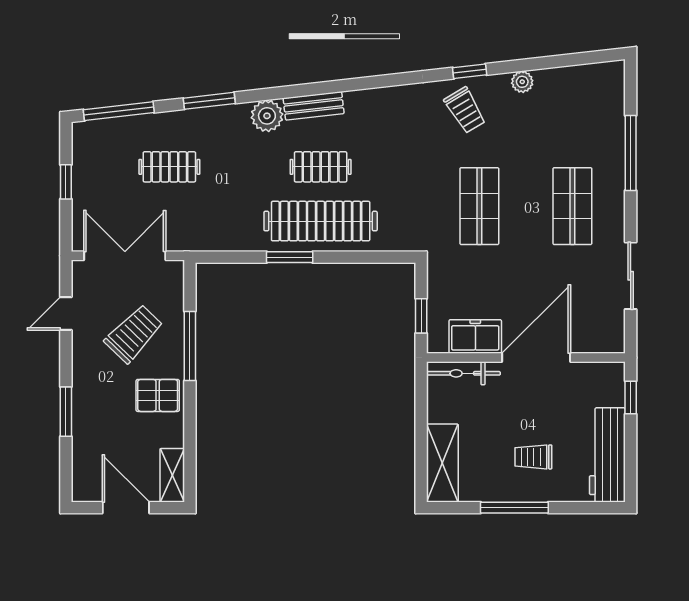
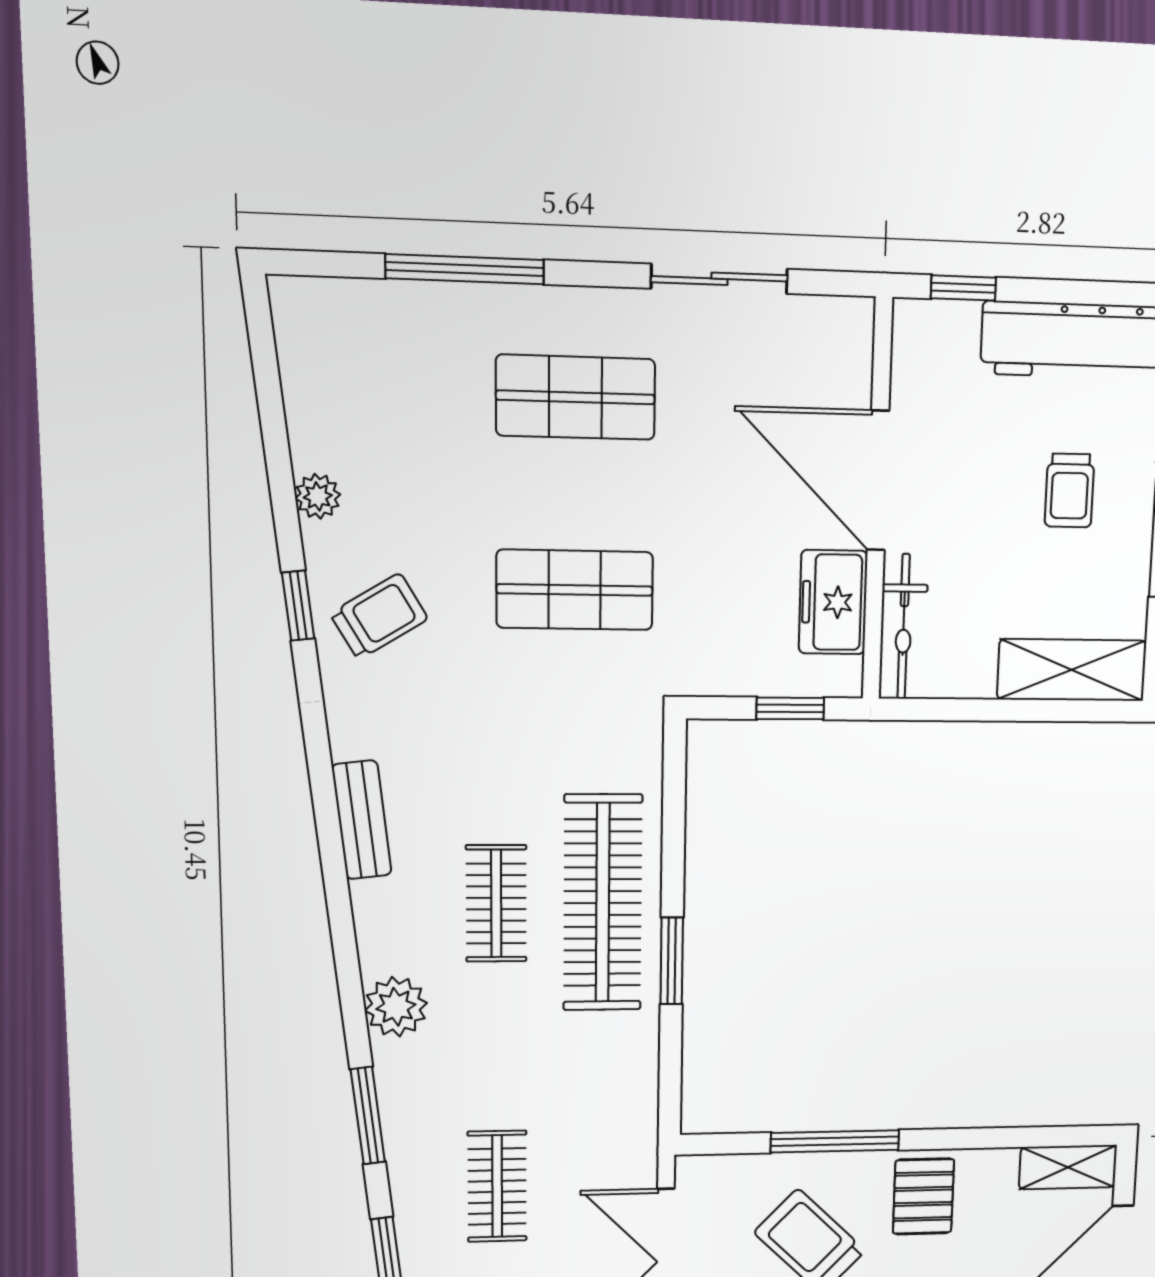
bench: (314, 106) -> (362, 820), moved

